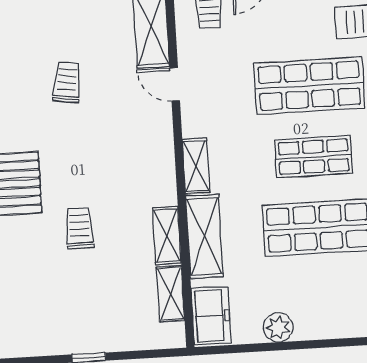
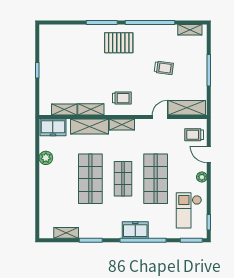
trolley: (80, 228) -> (122, 98), moved

